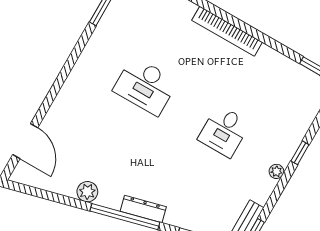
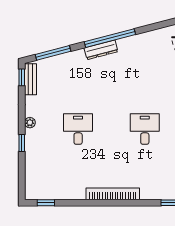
desk: (145, 86) -> (145, 129), width x0.73
plant: (87, 192) -> (143, 40), removed

